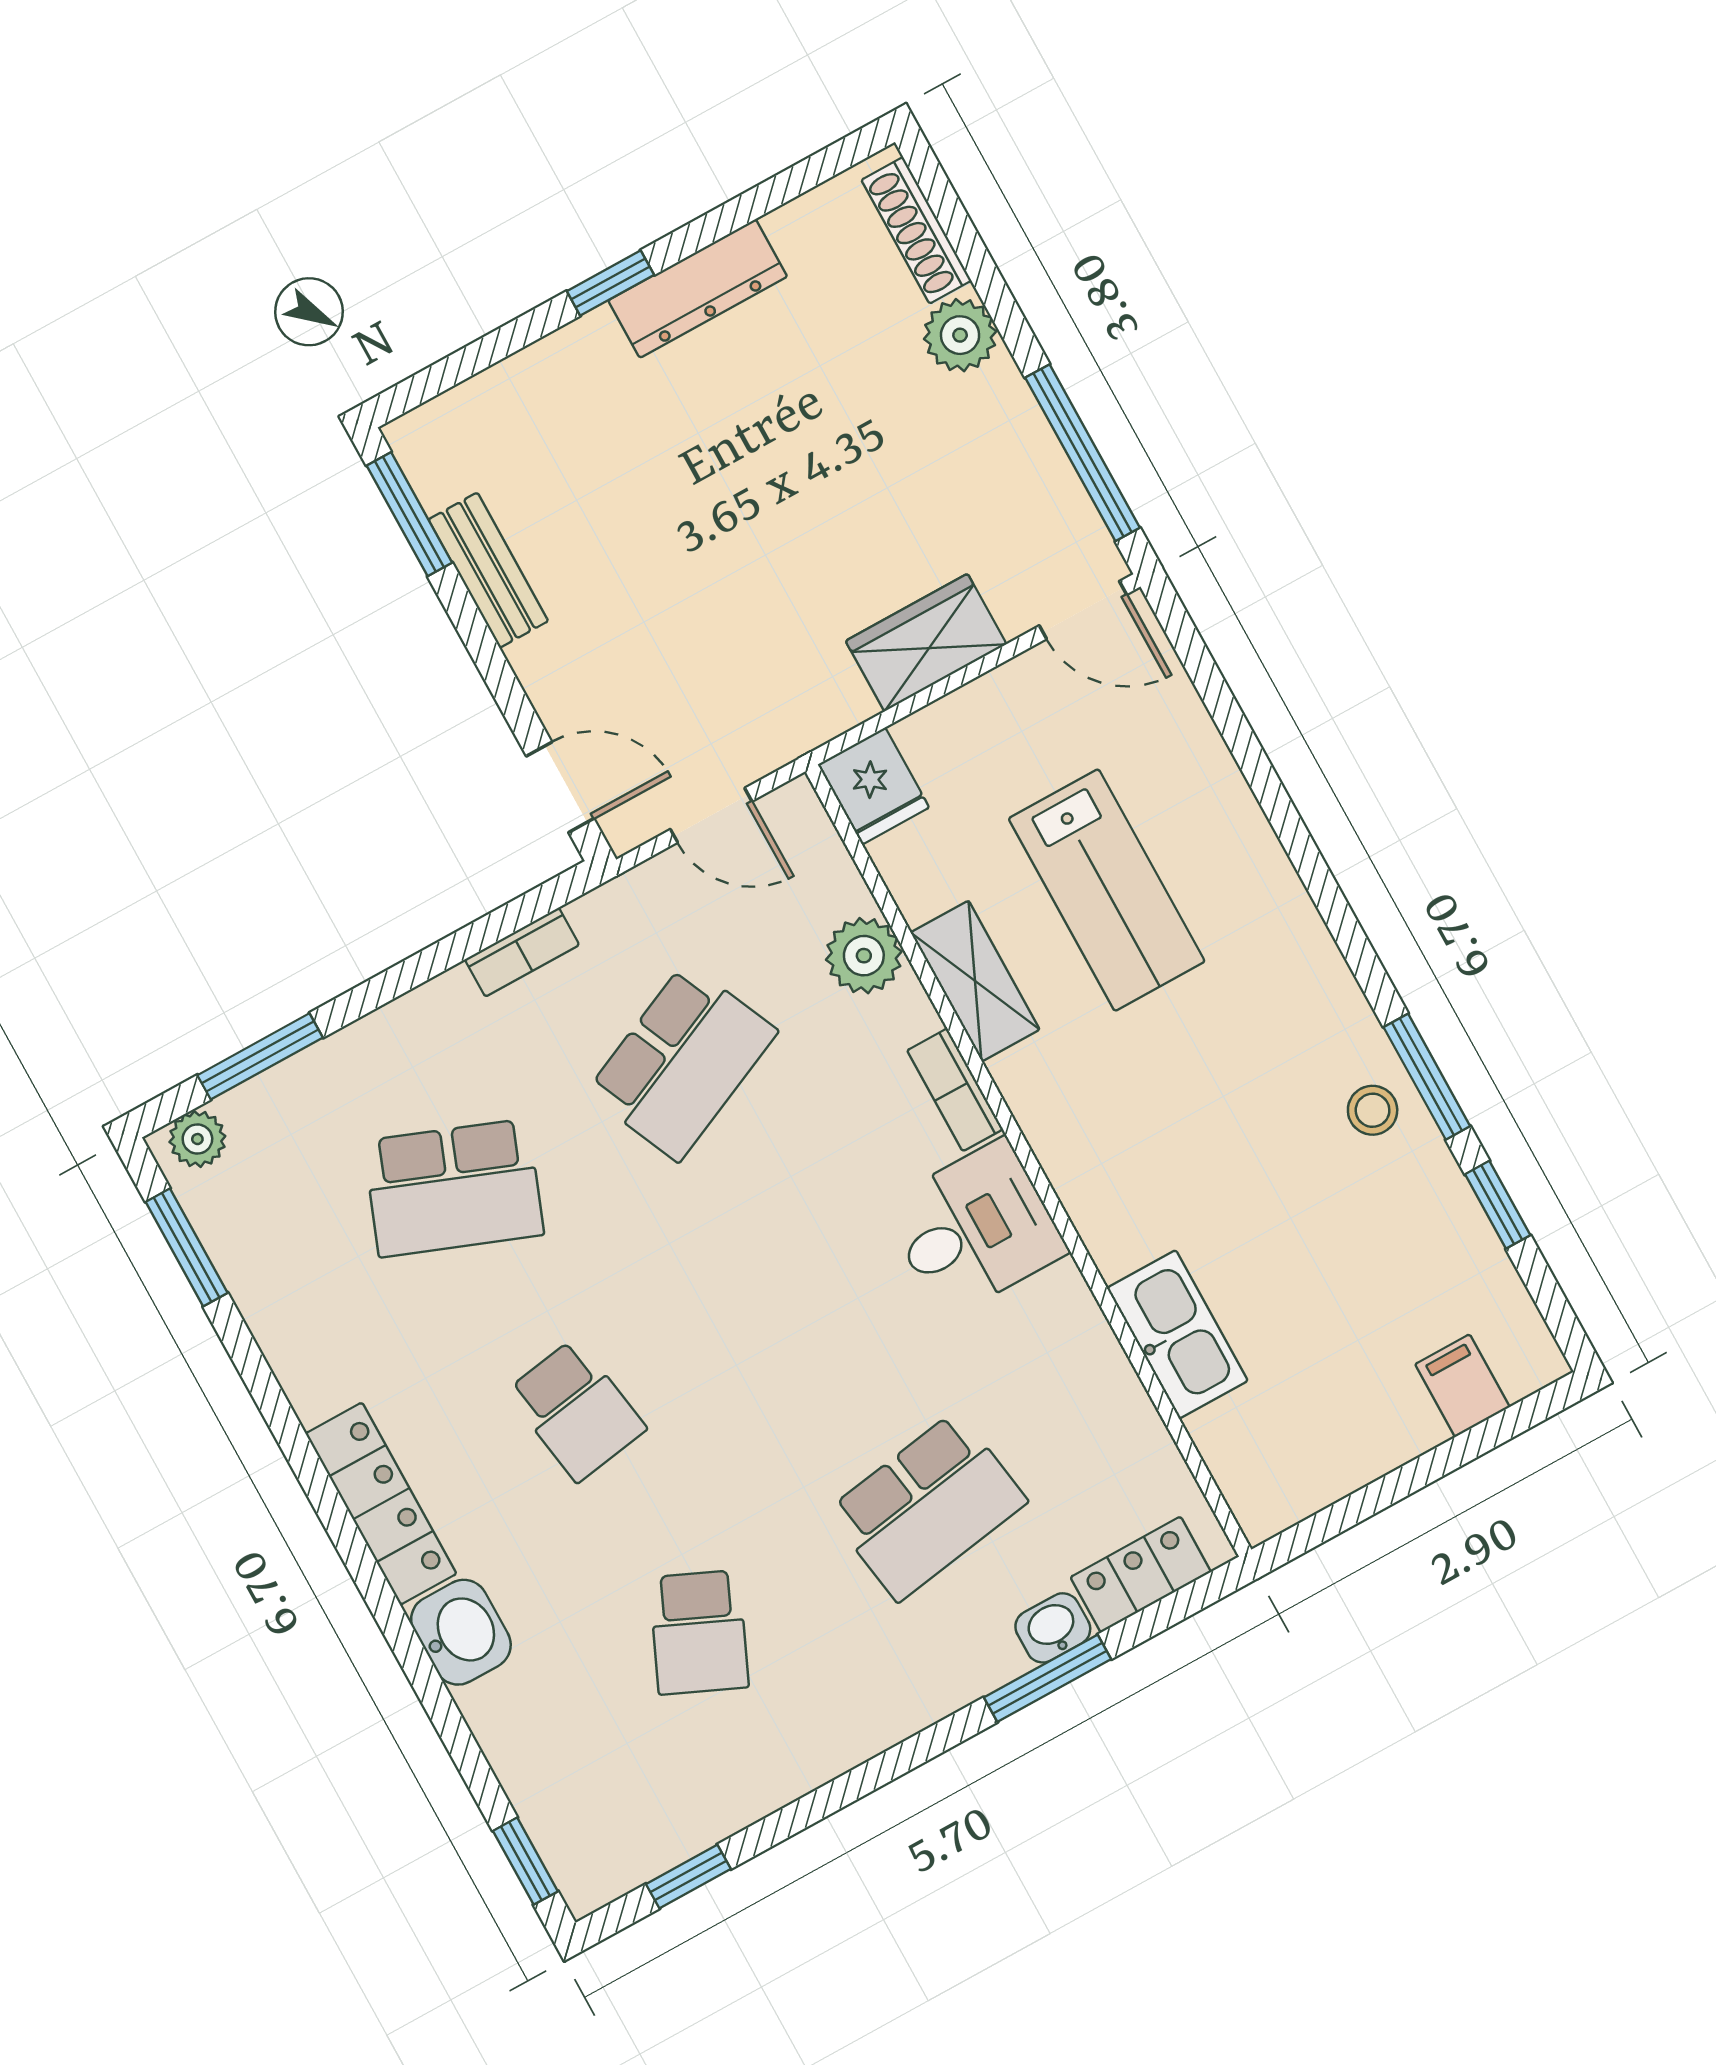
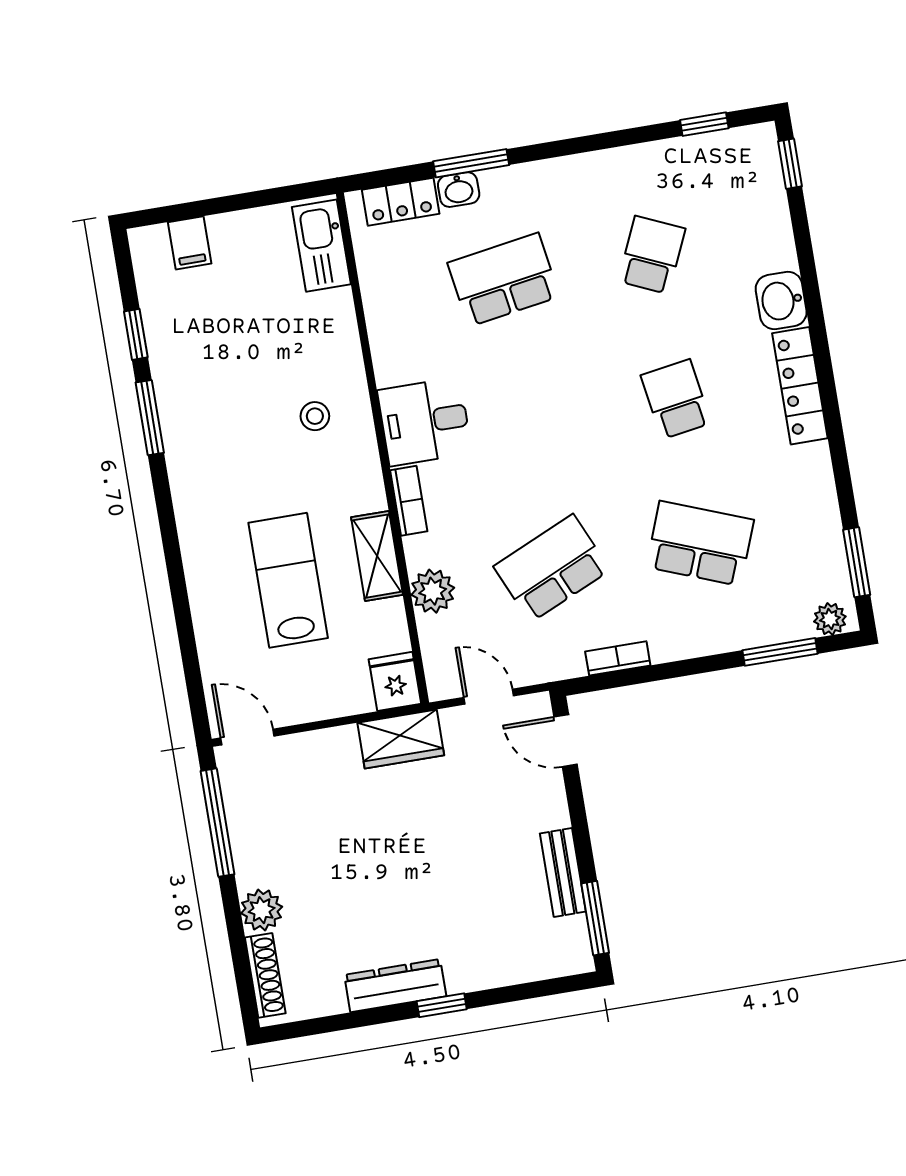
wardrobe: (926, 643) -> (401, 739), moved
stool: (1373, 1110) -> (315, 416), moved
kitchen sink: (1177, 1334) -> (321, 246), moved

